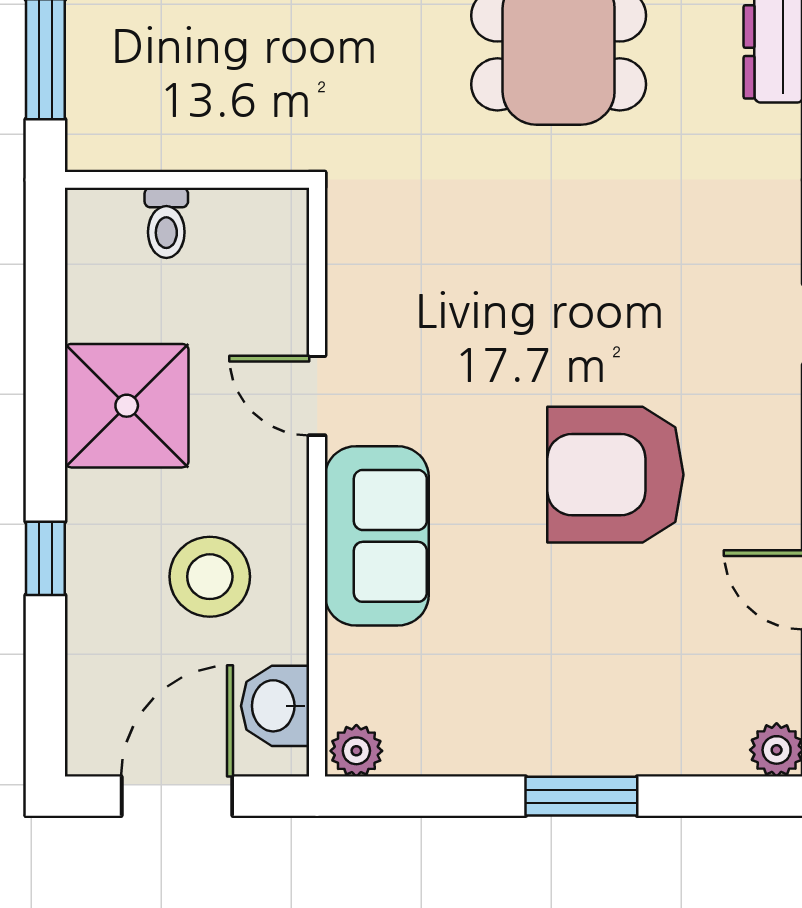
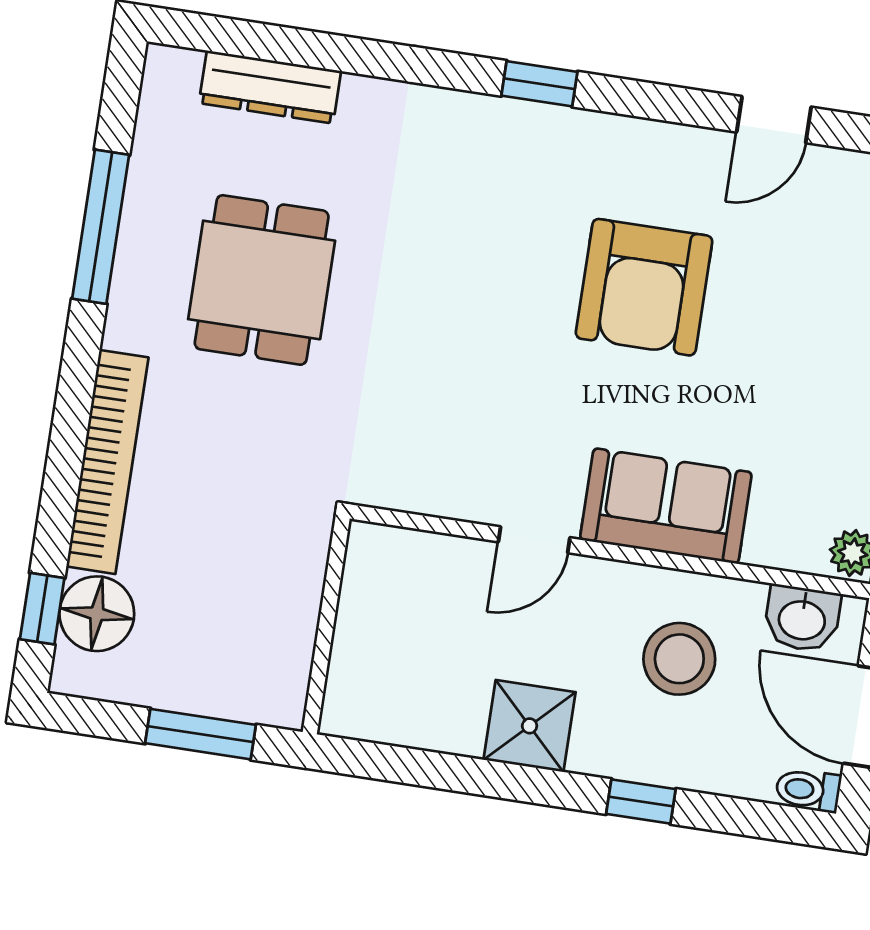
toilet: (166, 223) -> (808, 790), moved, turned 180
shower: (127, 406) -> (530, 726), width x0.73, depth x0.73

